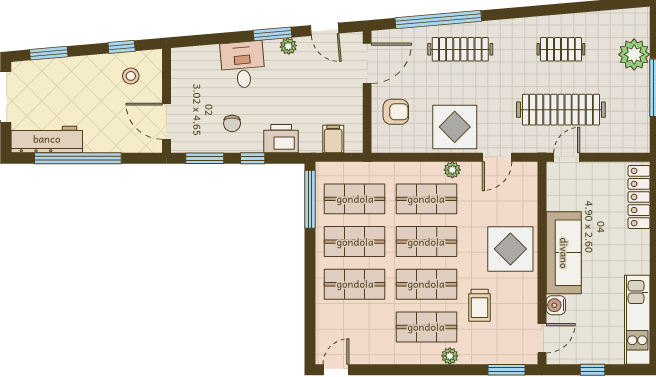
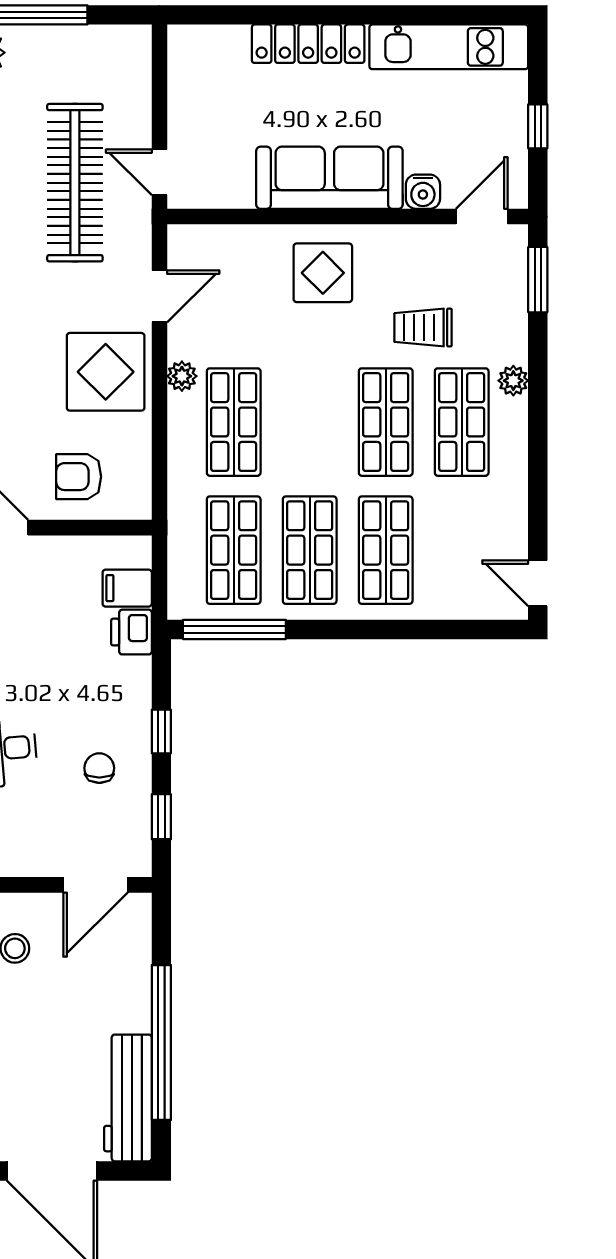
armchair: (396, 112) -> (79, 477), turned -90
chair: (232, 123) -> (99, 768), turned -90
printer: (281, 139) -> (131, 632), moved, width x0.73, depth x0.81
door: (497, 157) -> (159, 296), hinge flipped
window: (205, 158) -> (161, 817), width x0.67
locker: (639, 197) -> (308, 44), moved
shop shelf: (426, 242) -> (310, 422), removed
display table: (510, 249) -> (323, 273), width x0.73, depth x0.73
trolley: (480, 305) -> (423, 328), turned 180
door: (542, 338) -> (482, 217), hinge flipped

